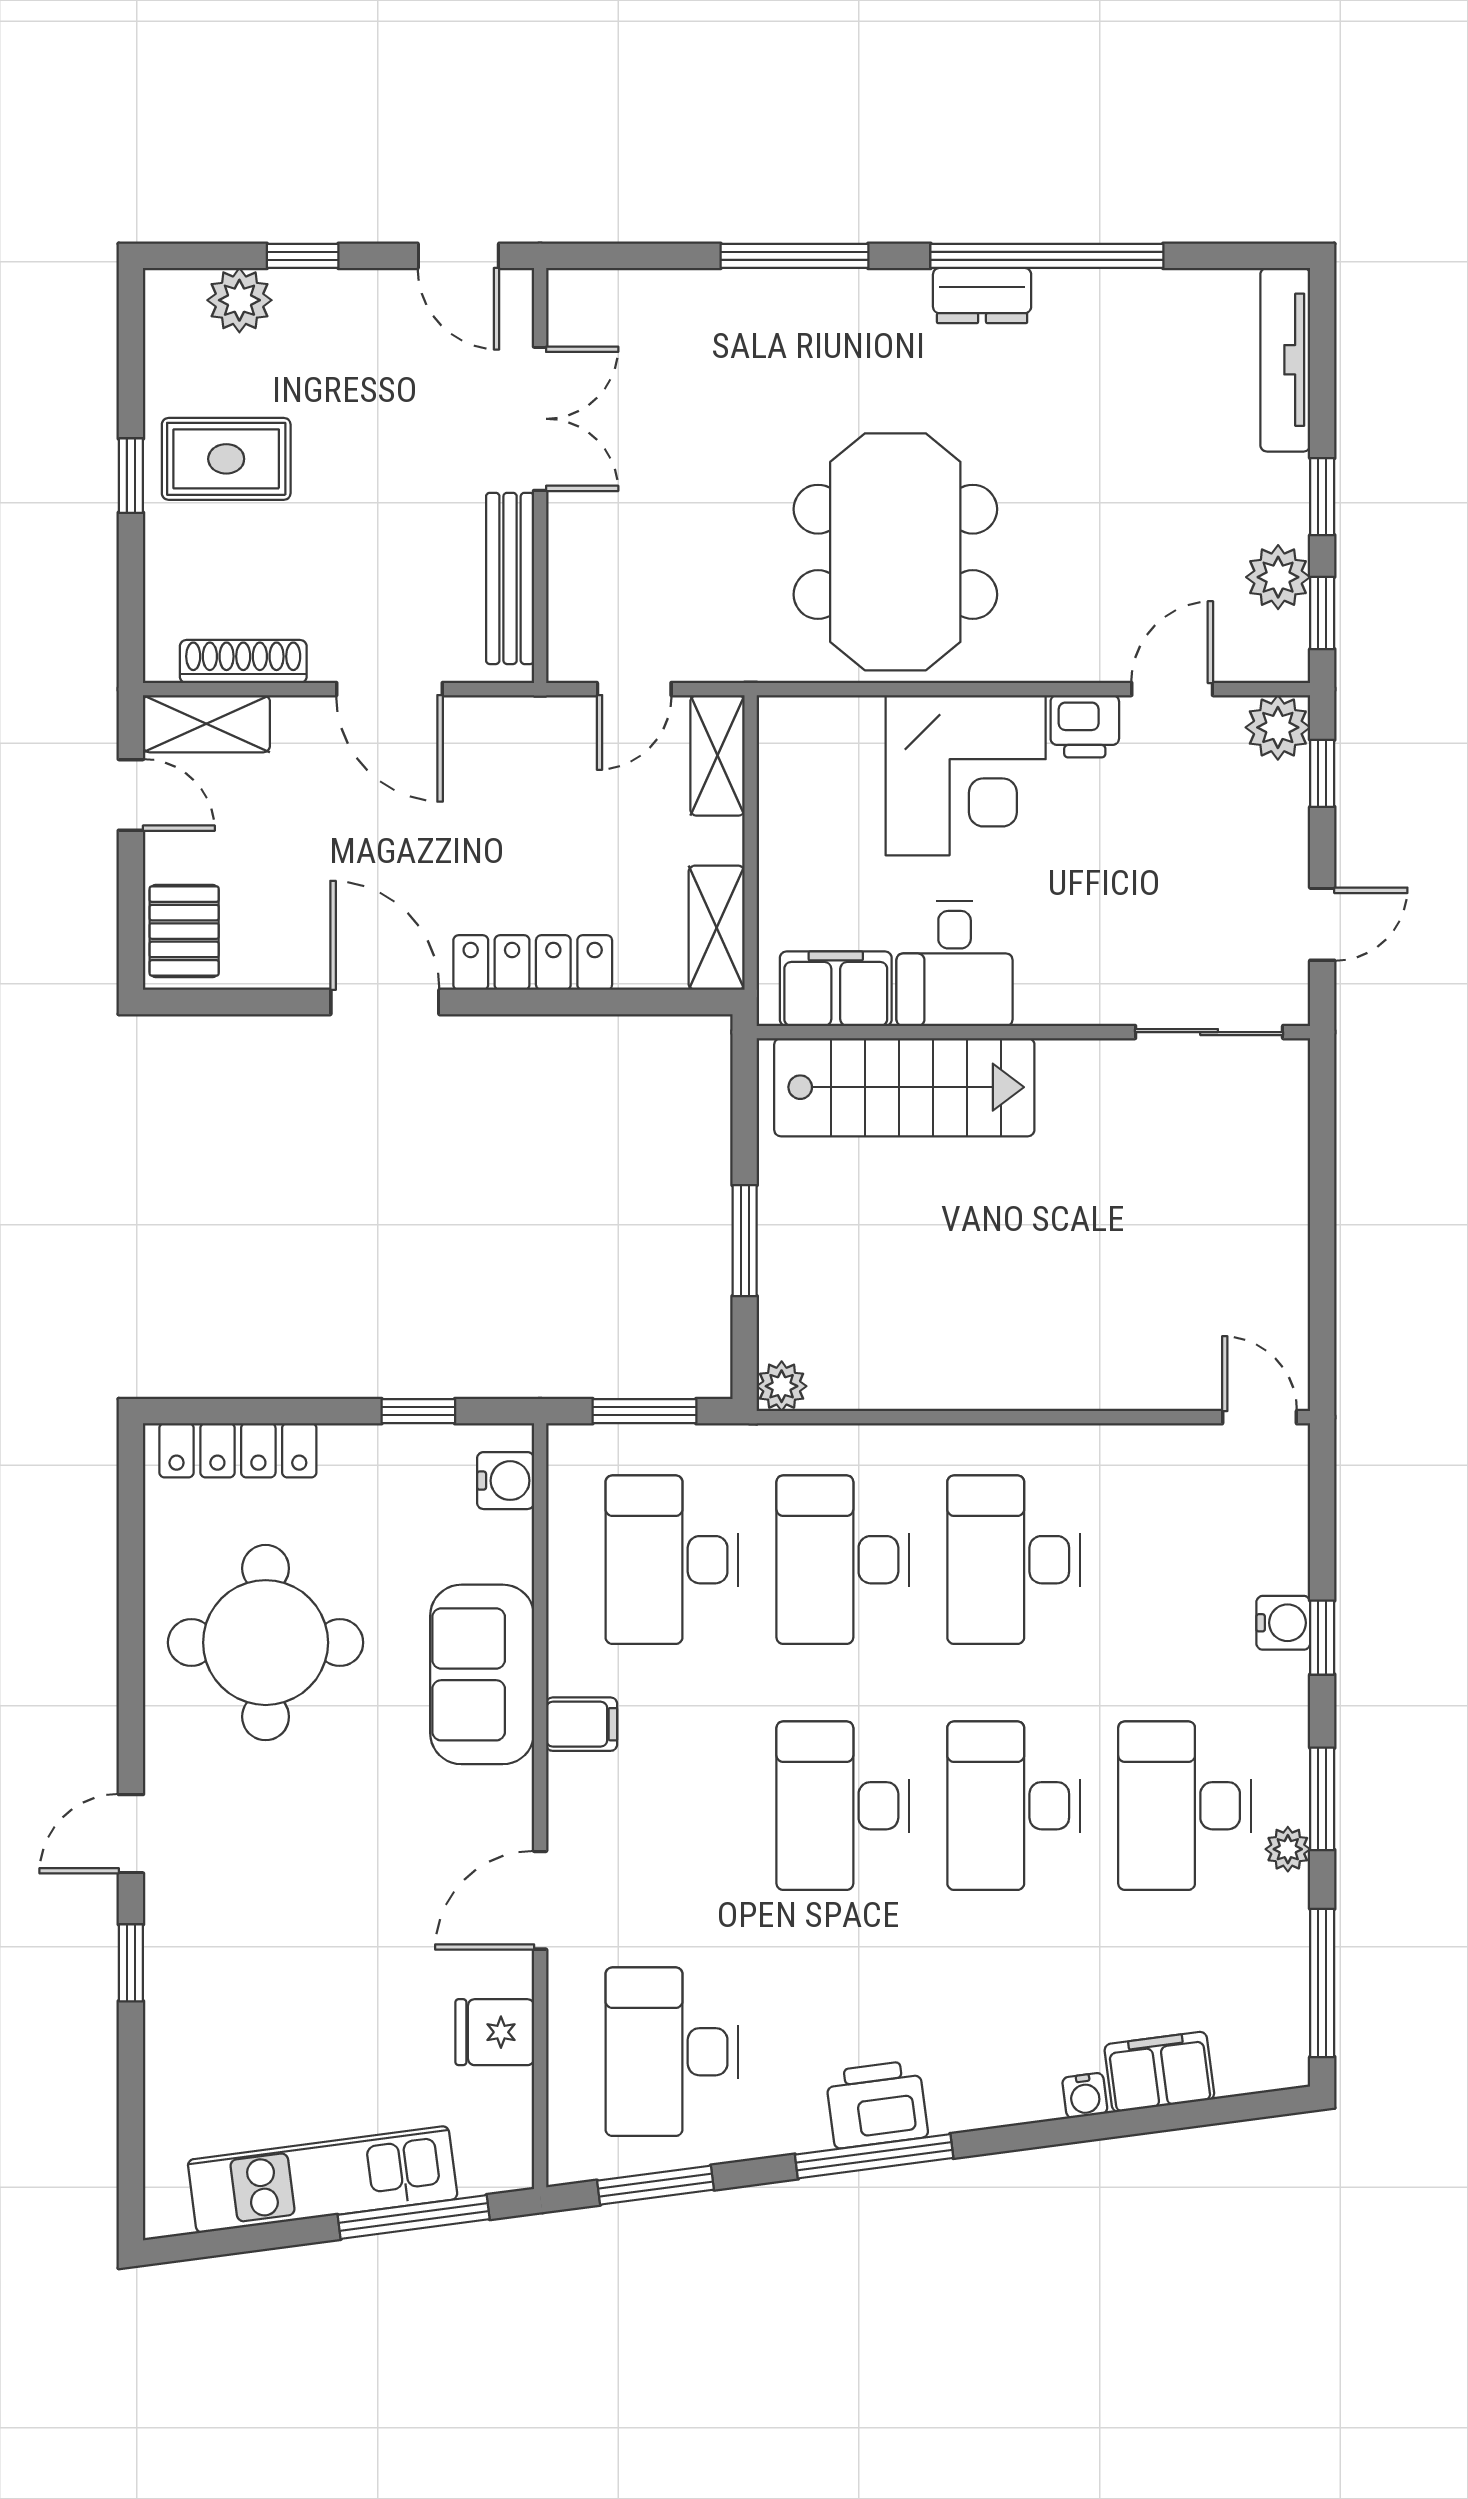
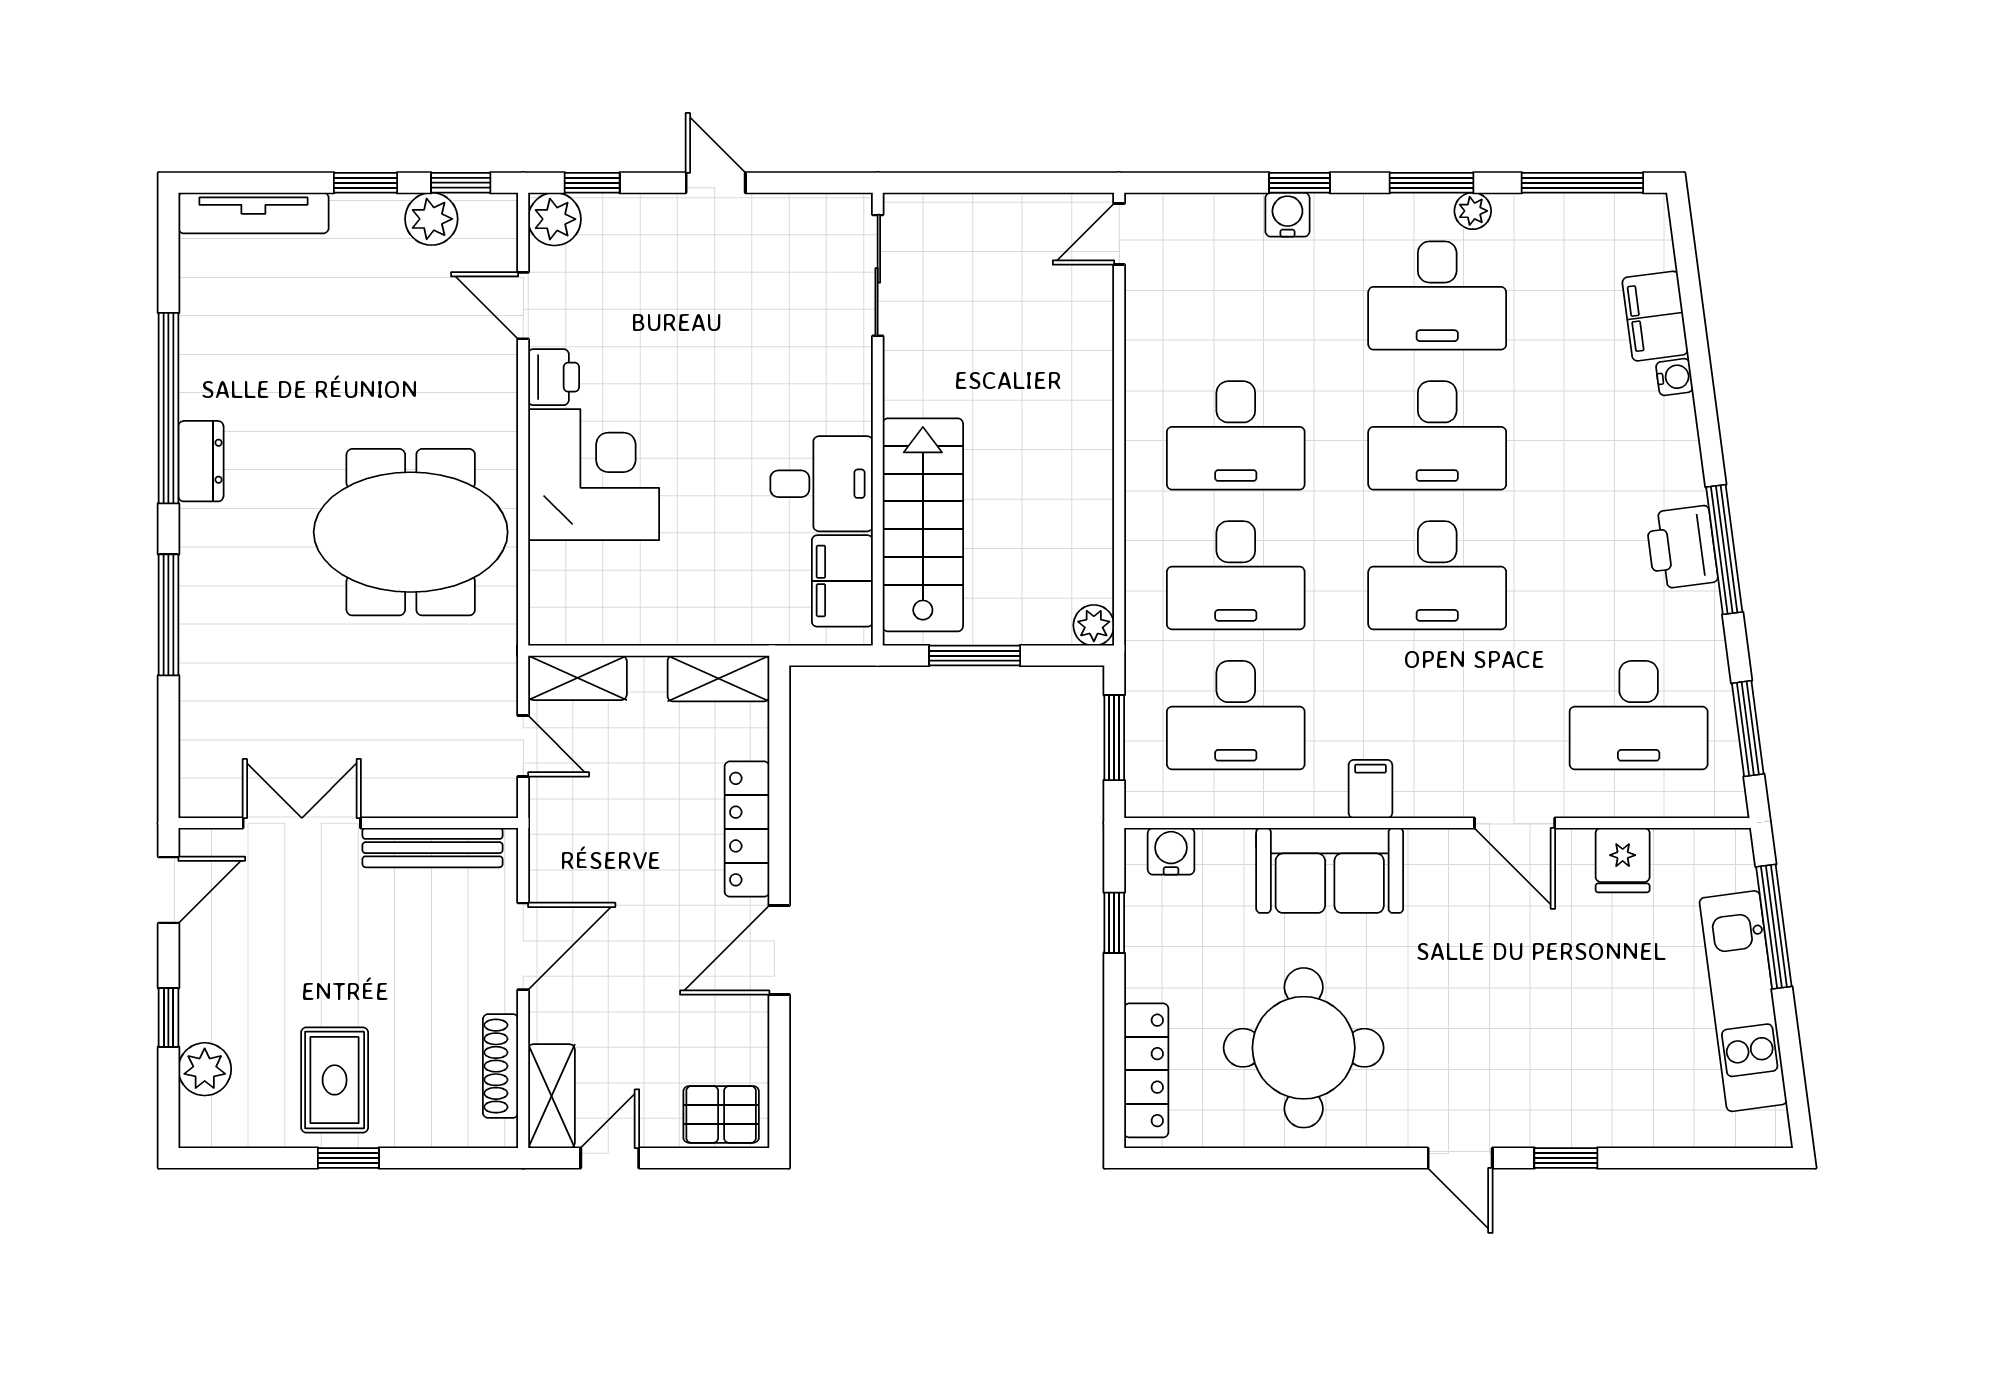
desk: (955, 963) -> (822, 484), moved
filing cabinet: (836, 989) -> (842, 581), moved
wall: (1033, 1032) -> (878, 419), moved
sliding door: (1209, 1032) -> (878, 275), moved
stairs: (904, 1087) -> (923, 525), moved

